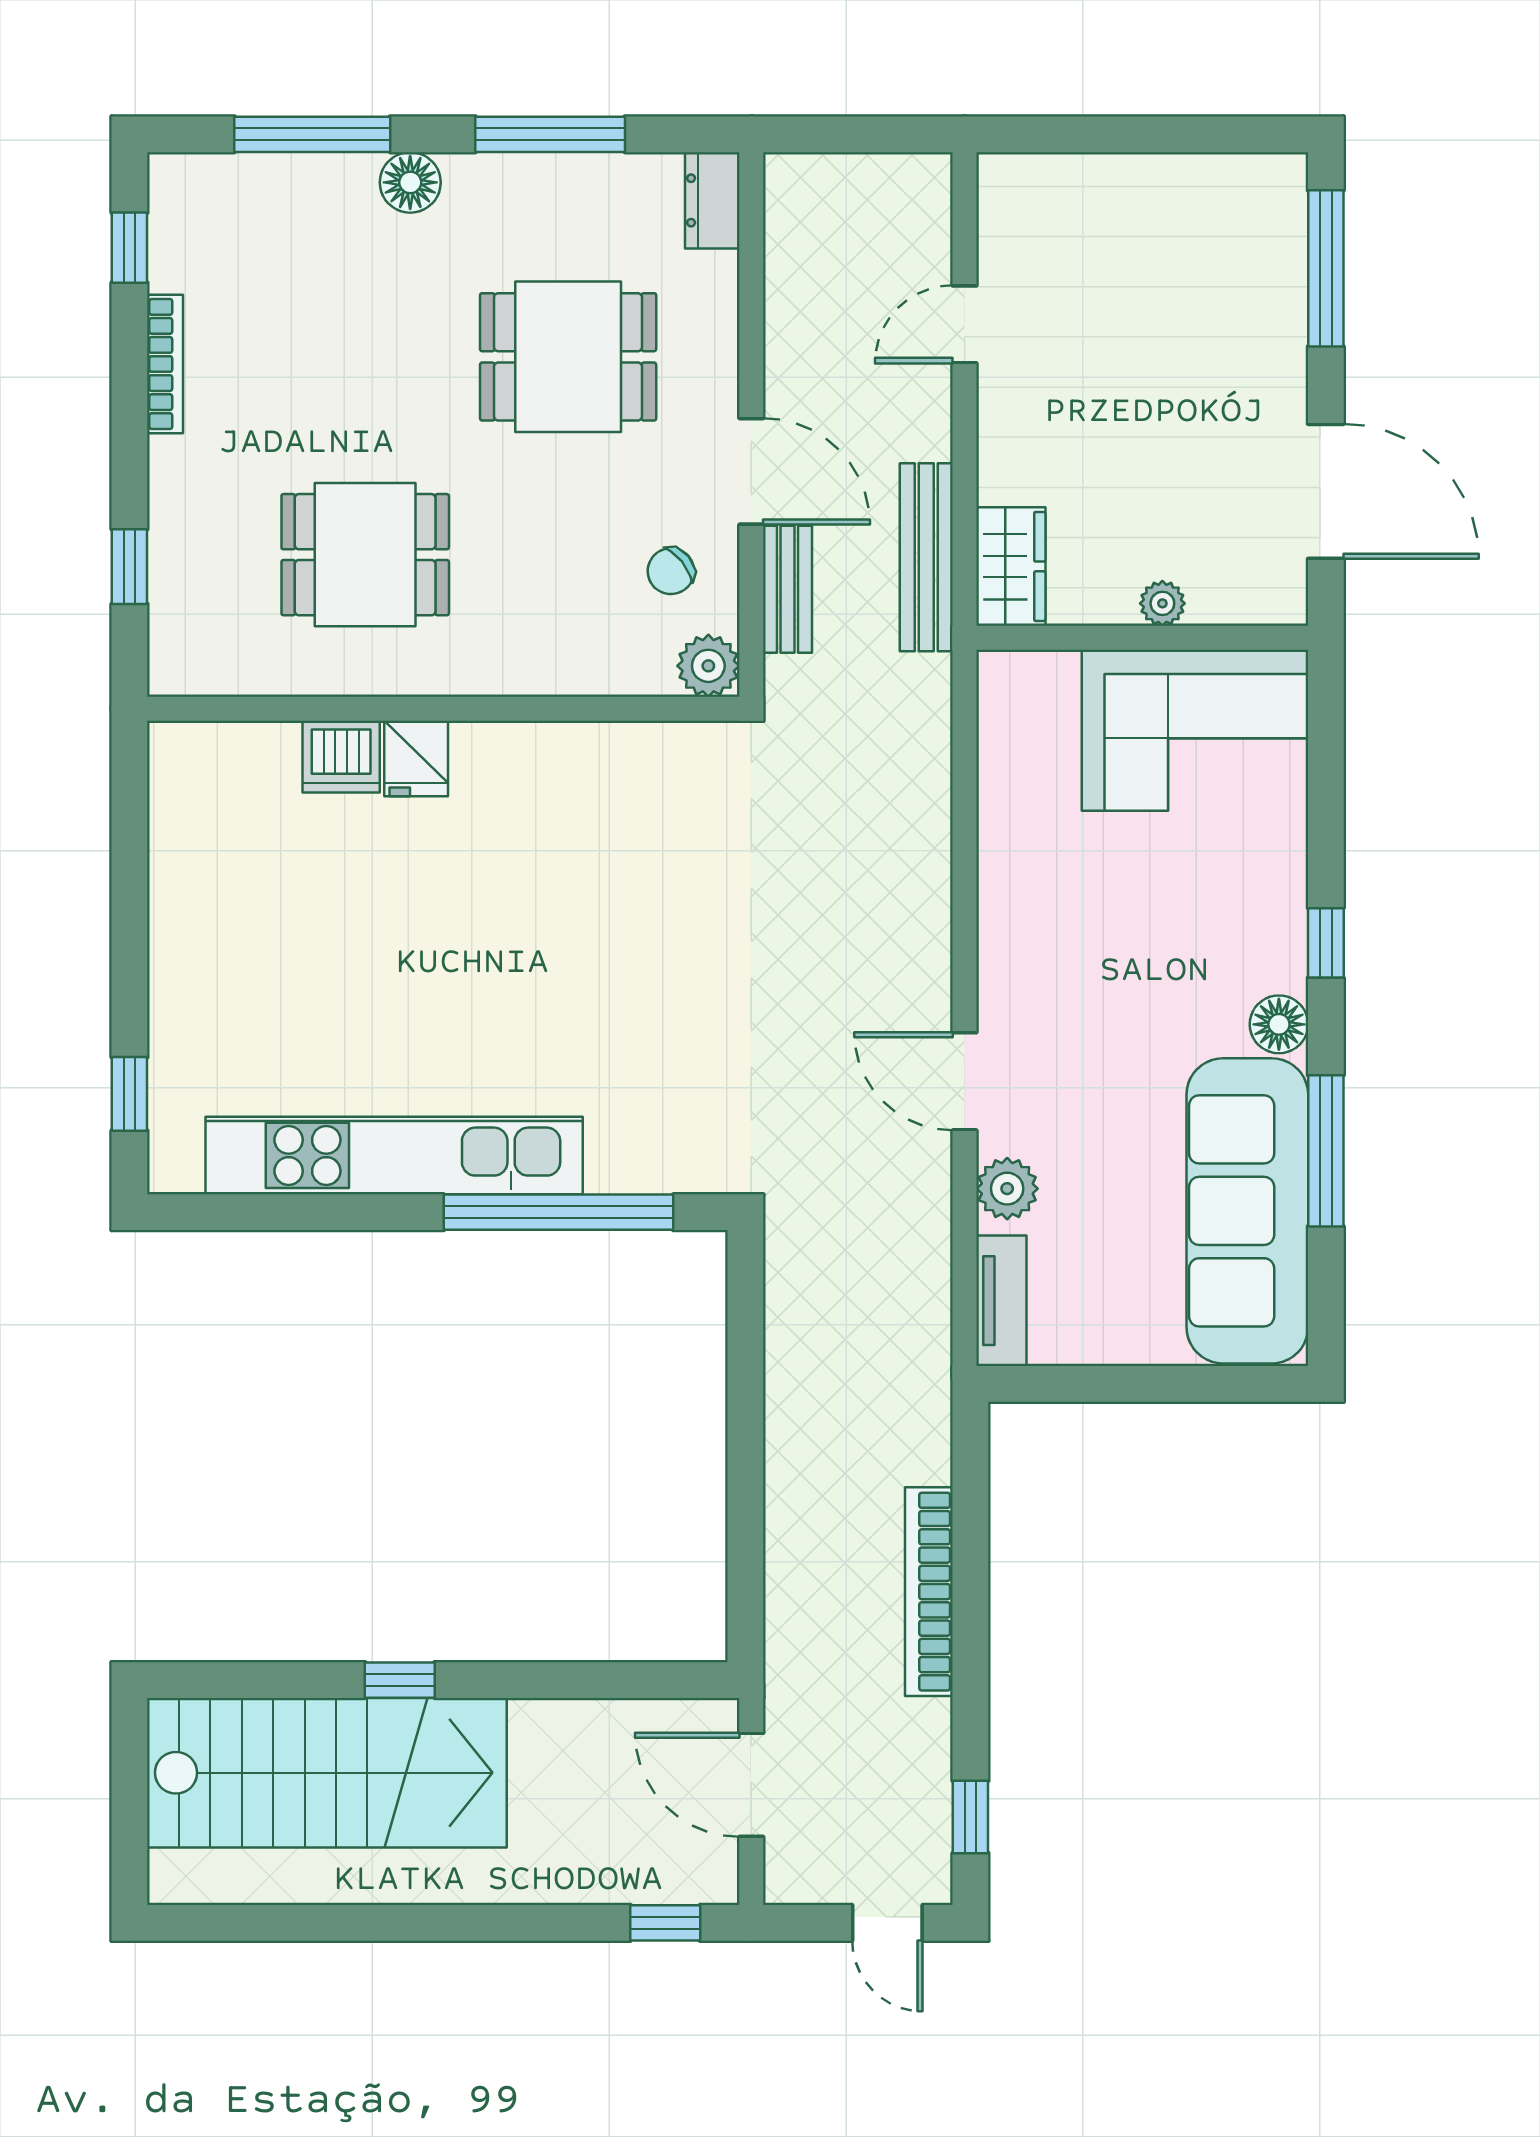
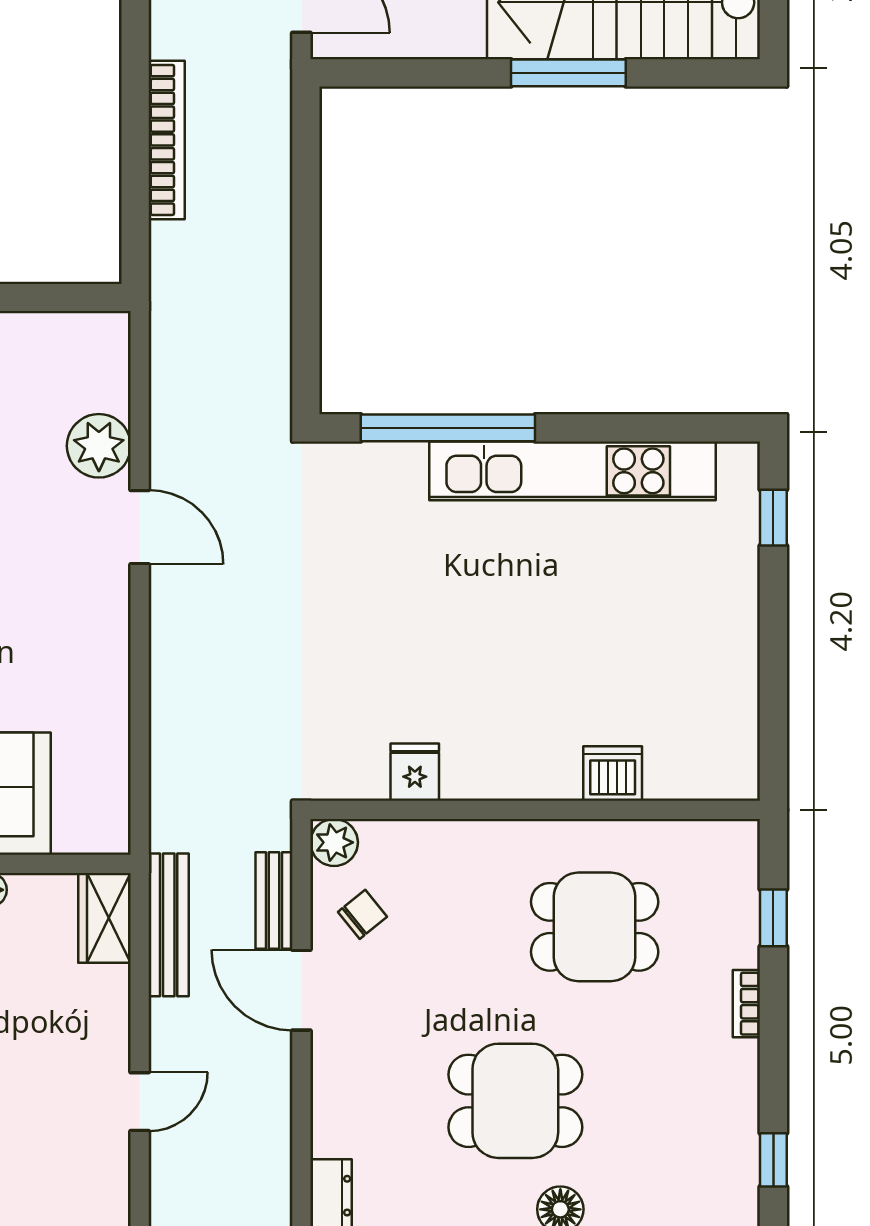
dining table: (568, 357) -> (515, 1101), moved
bookcase: (165, 364) -> (746, 1004), moved, width x0.64
fridge: (416, 759) -> (415, 772), moved
plant: (1007, 1189) -> (99, 446), width x1.36, depth x1.36
tv unit: (1001, 1301) -> (112, 361), removed
window: (400, 1680) -> (568, 73), width x2.17

